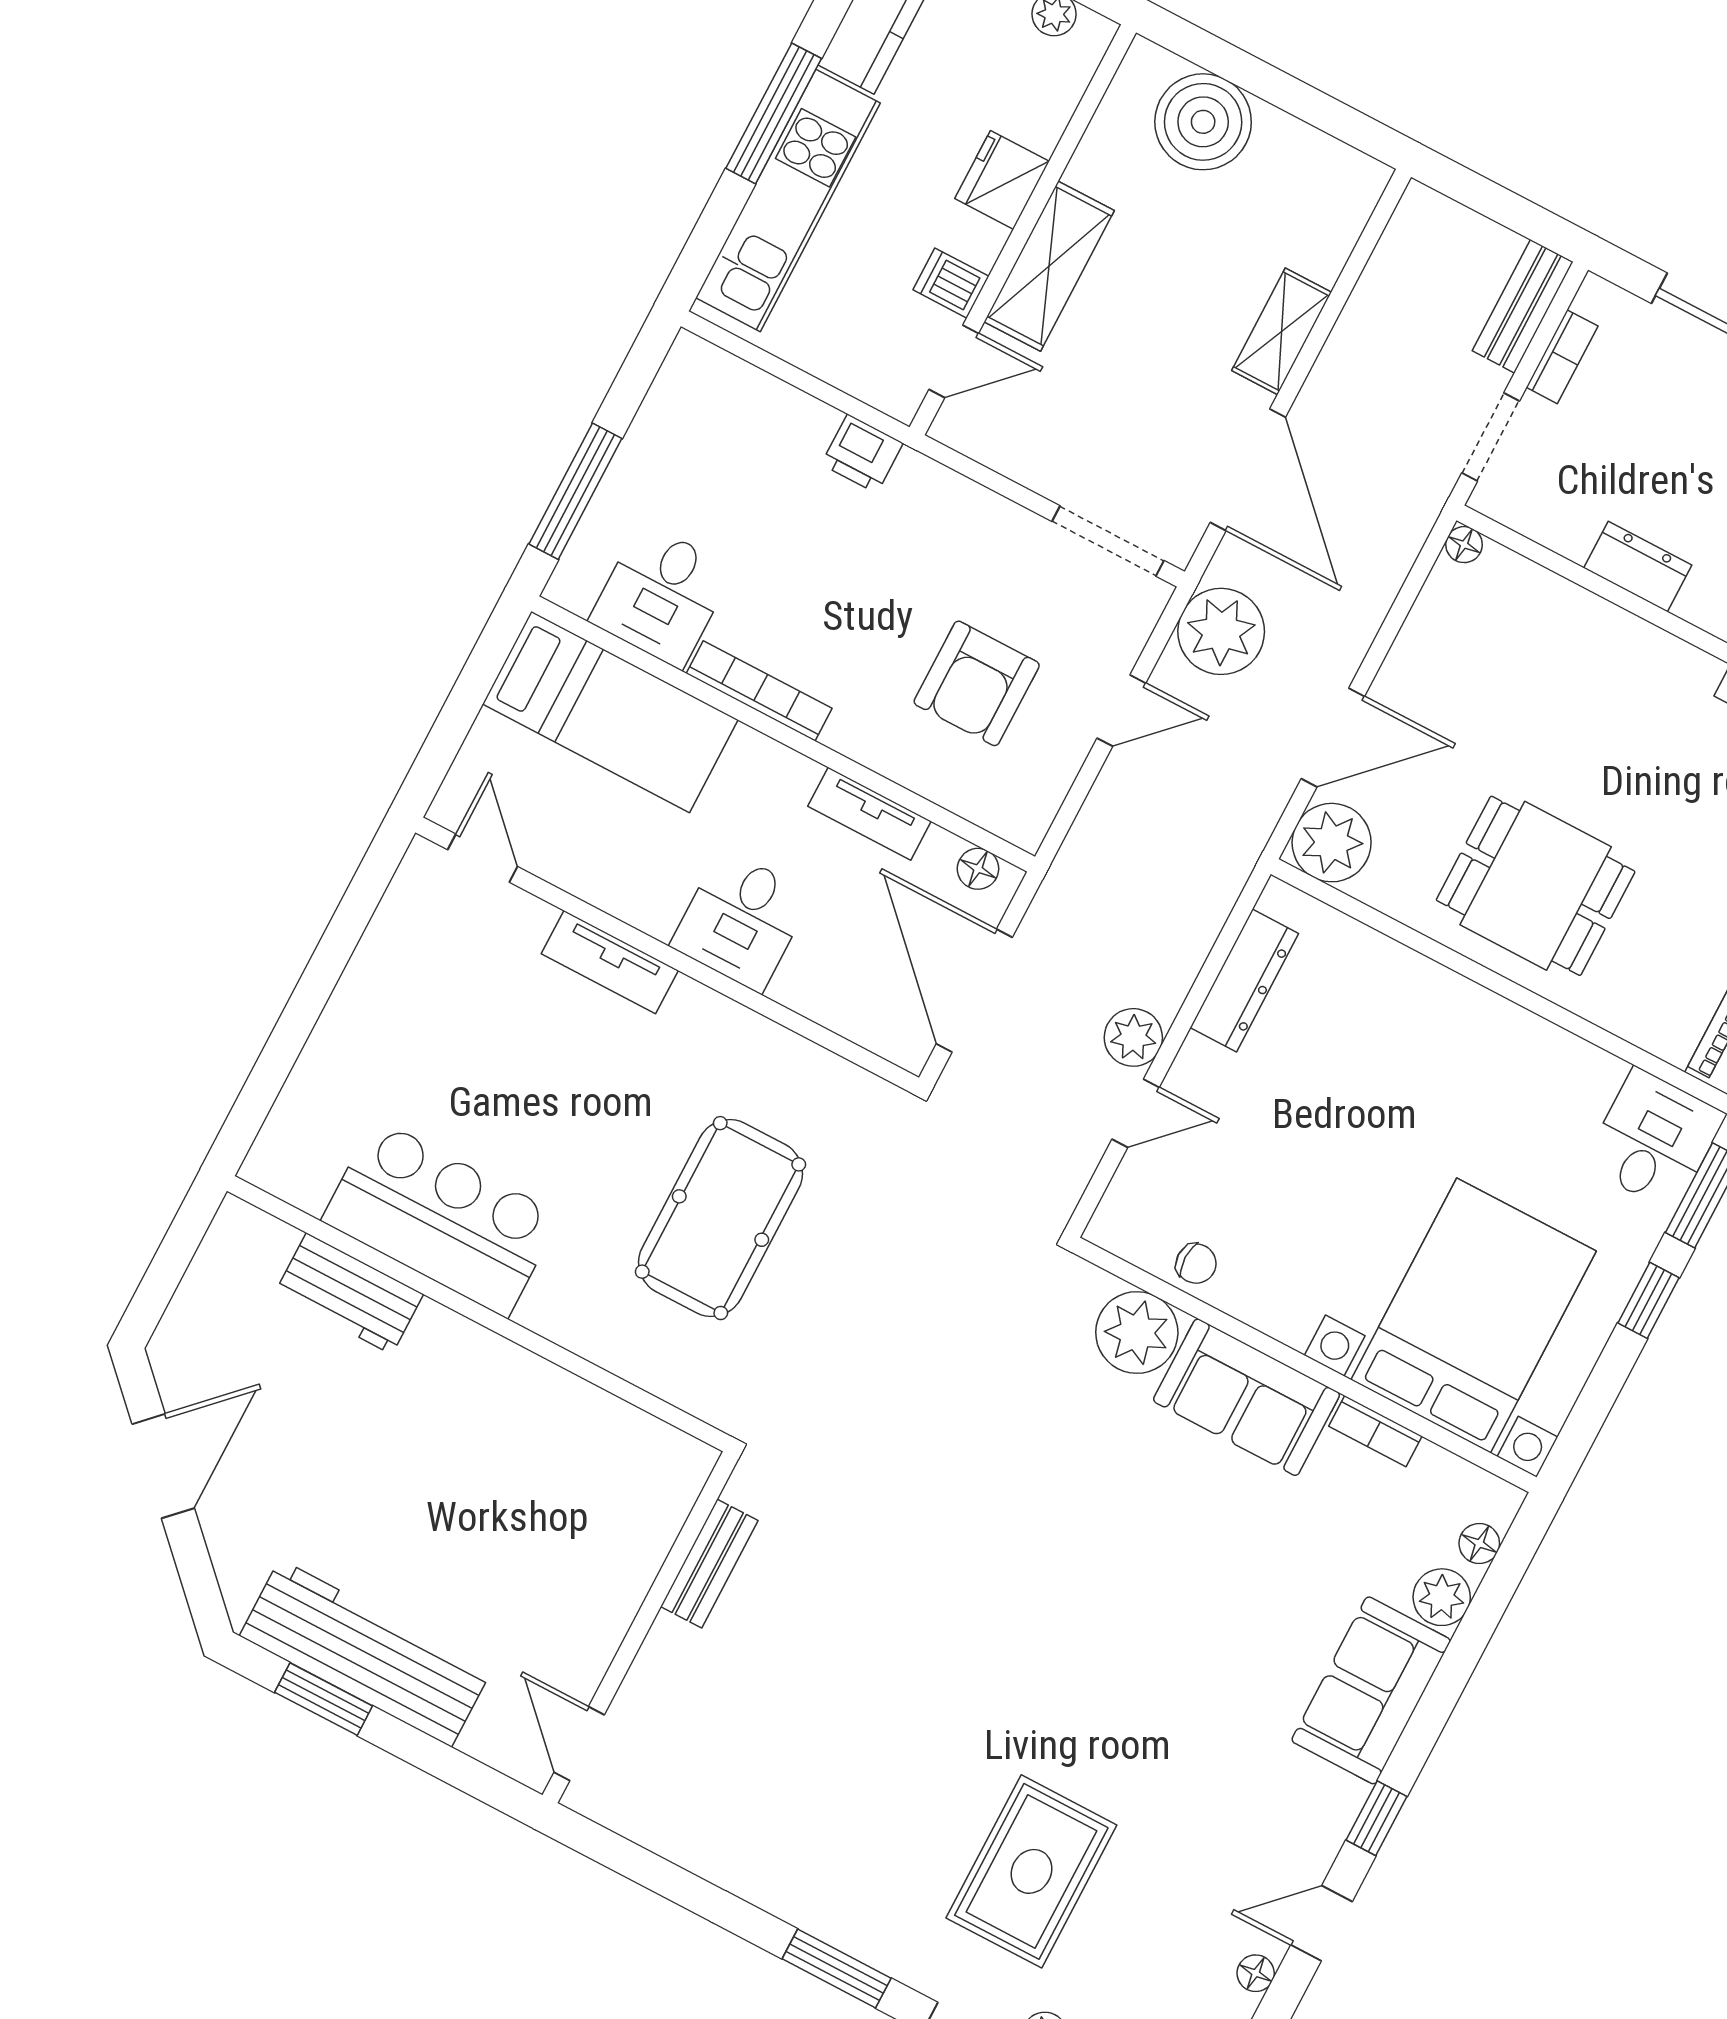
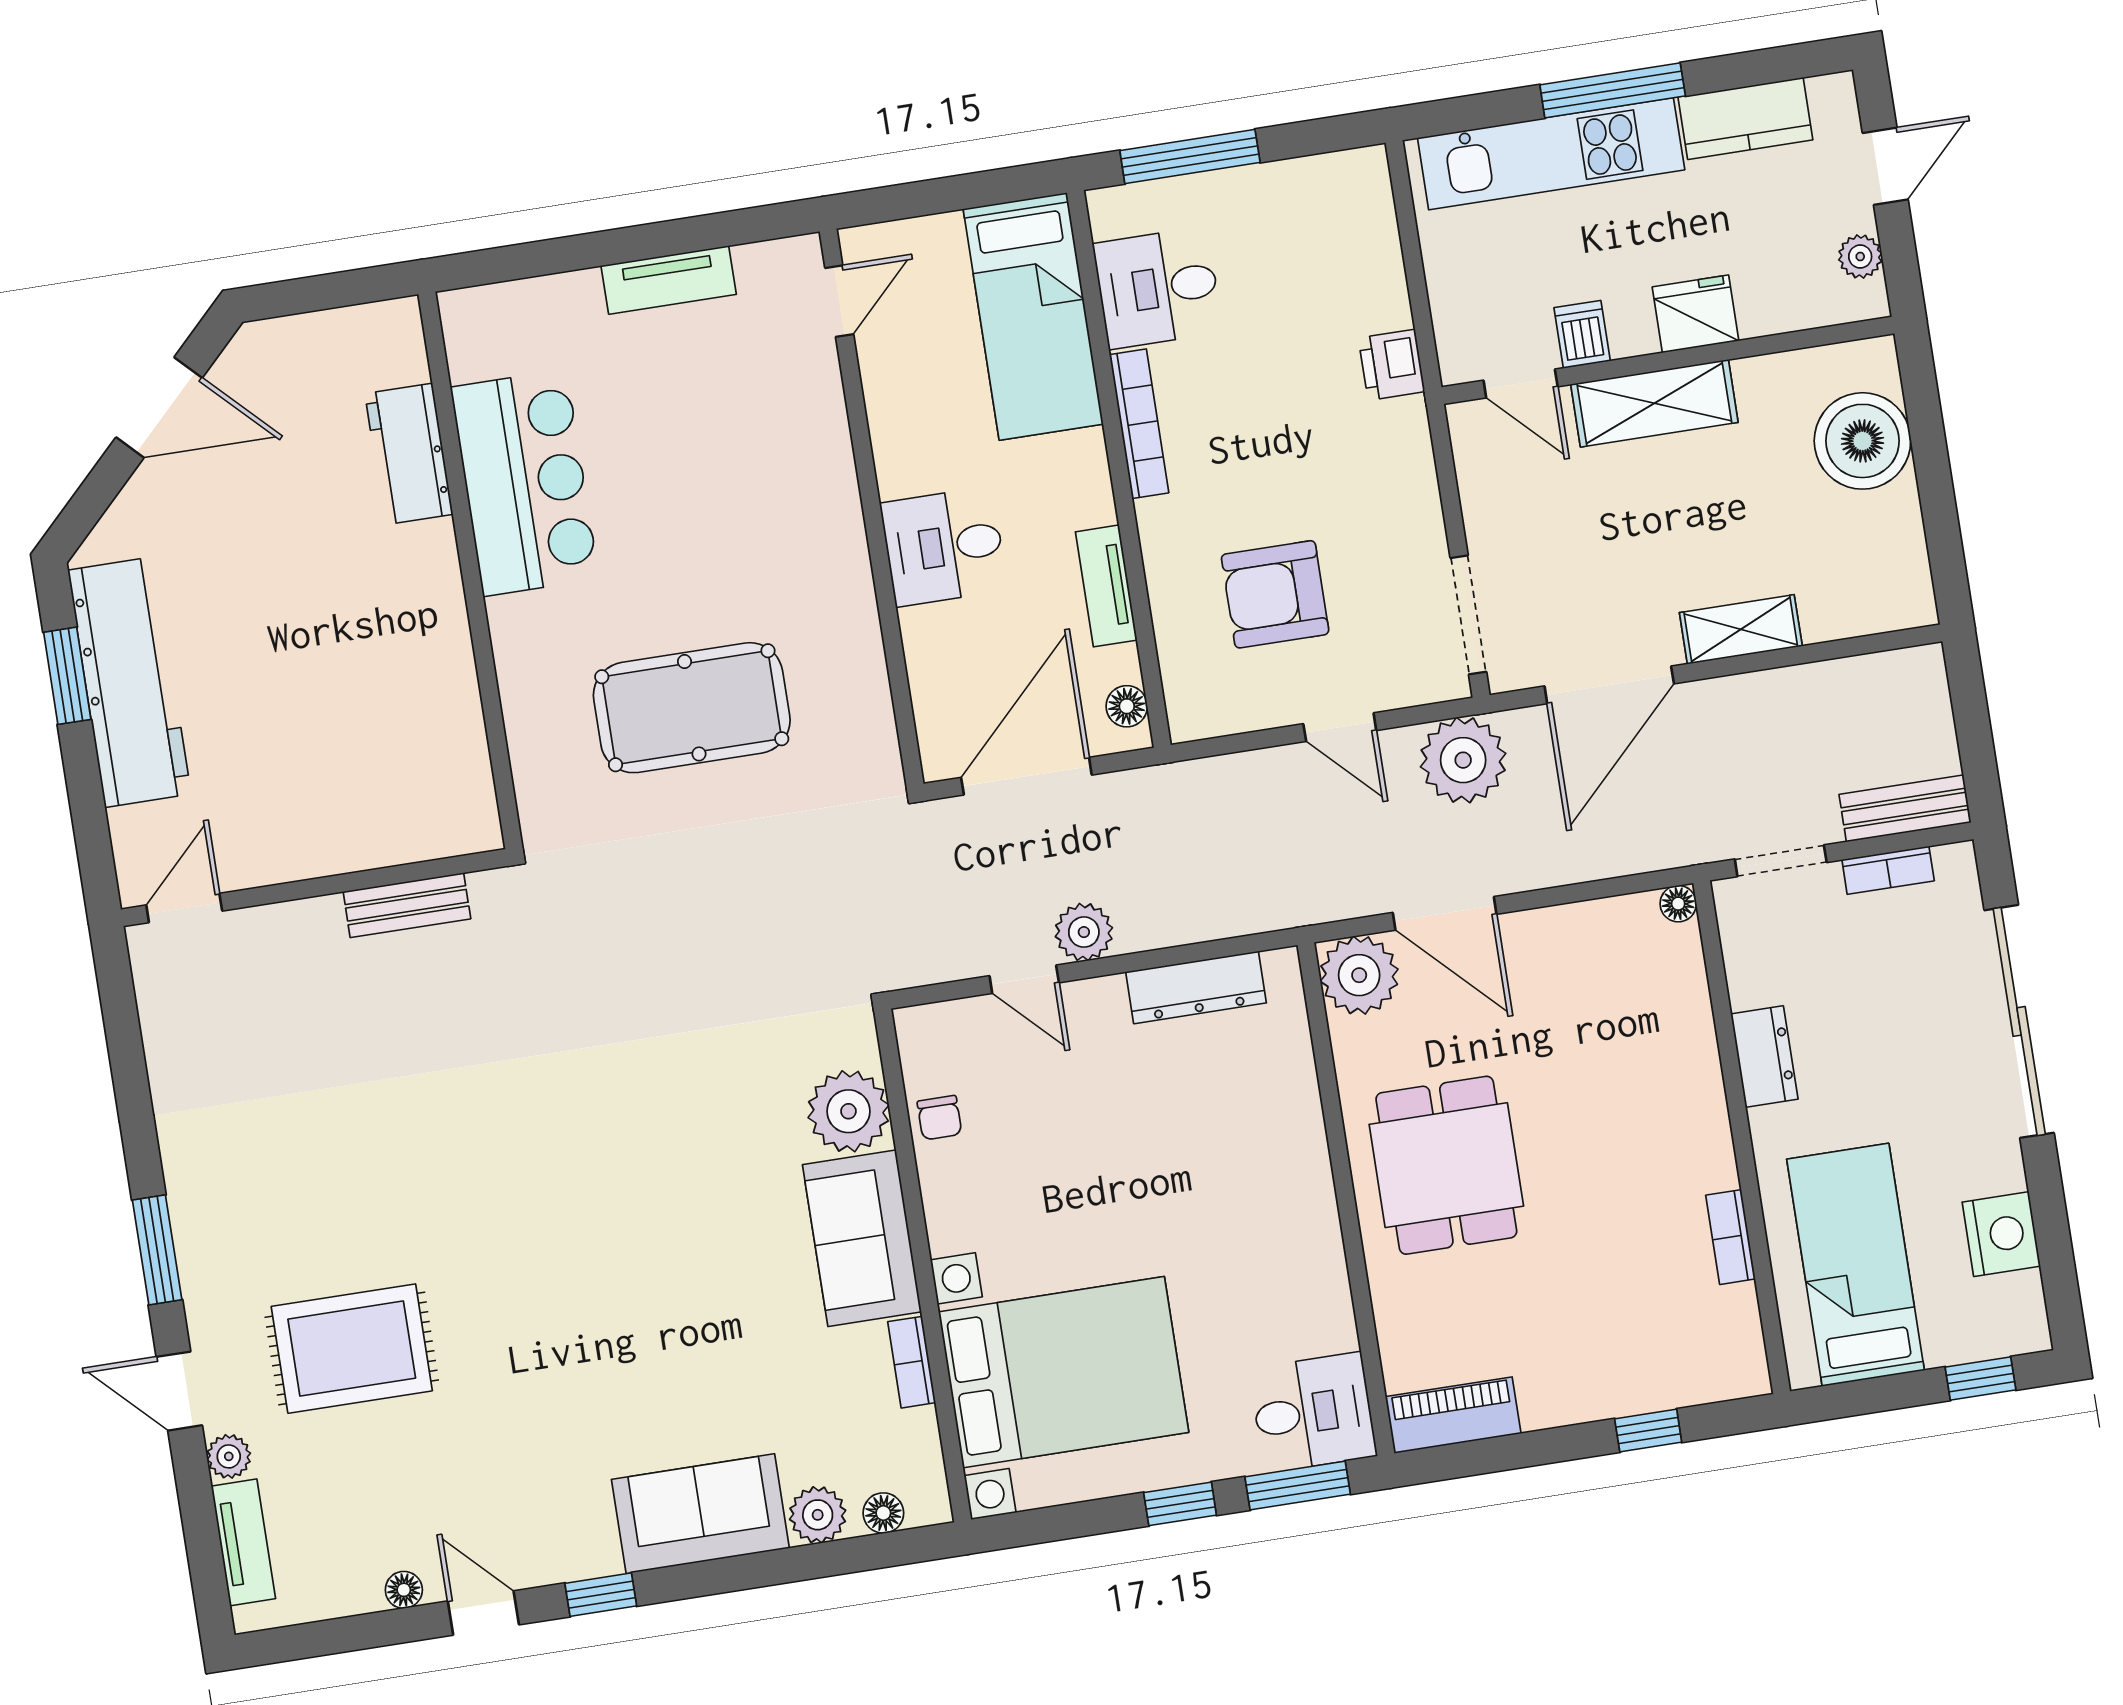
tv unit: (610, 962) -> (669, 280), moved, turned -90

